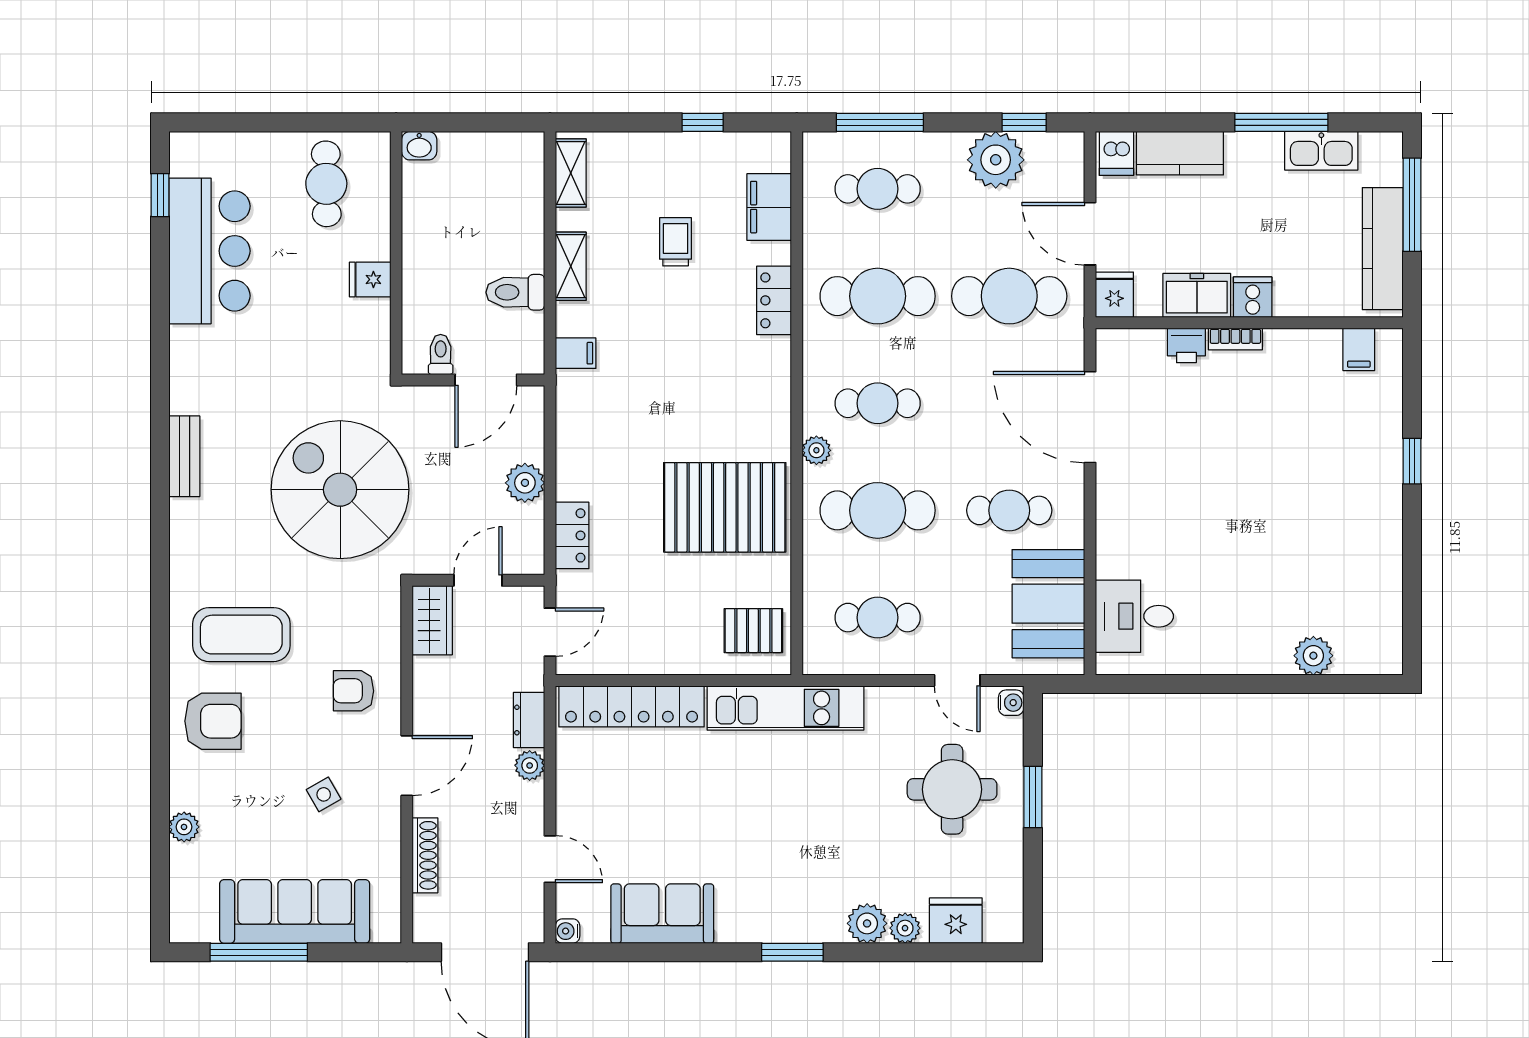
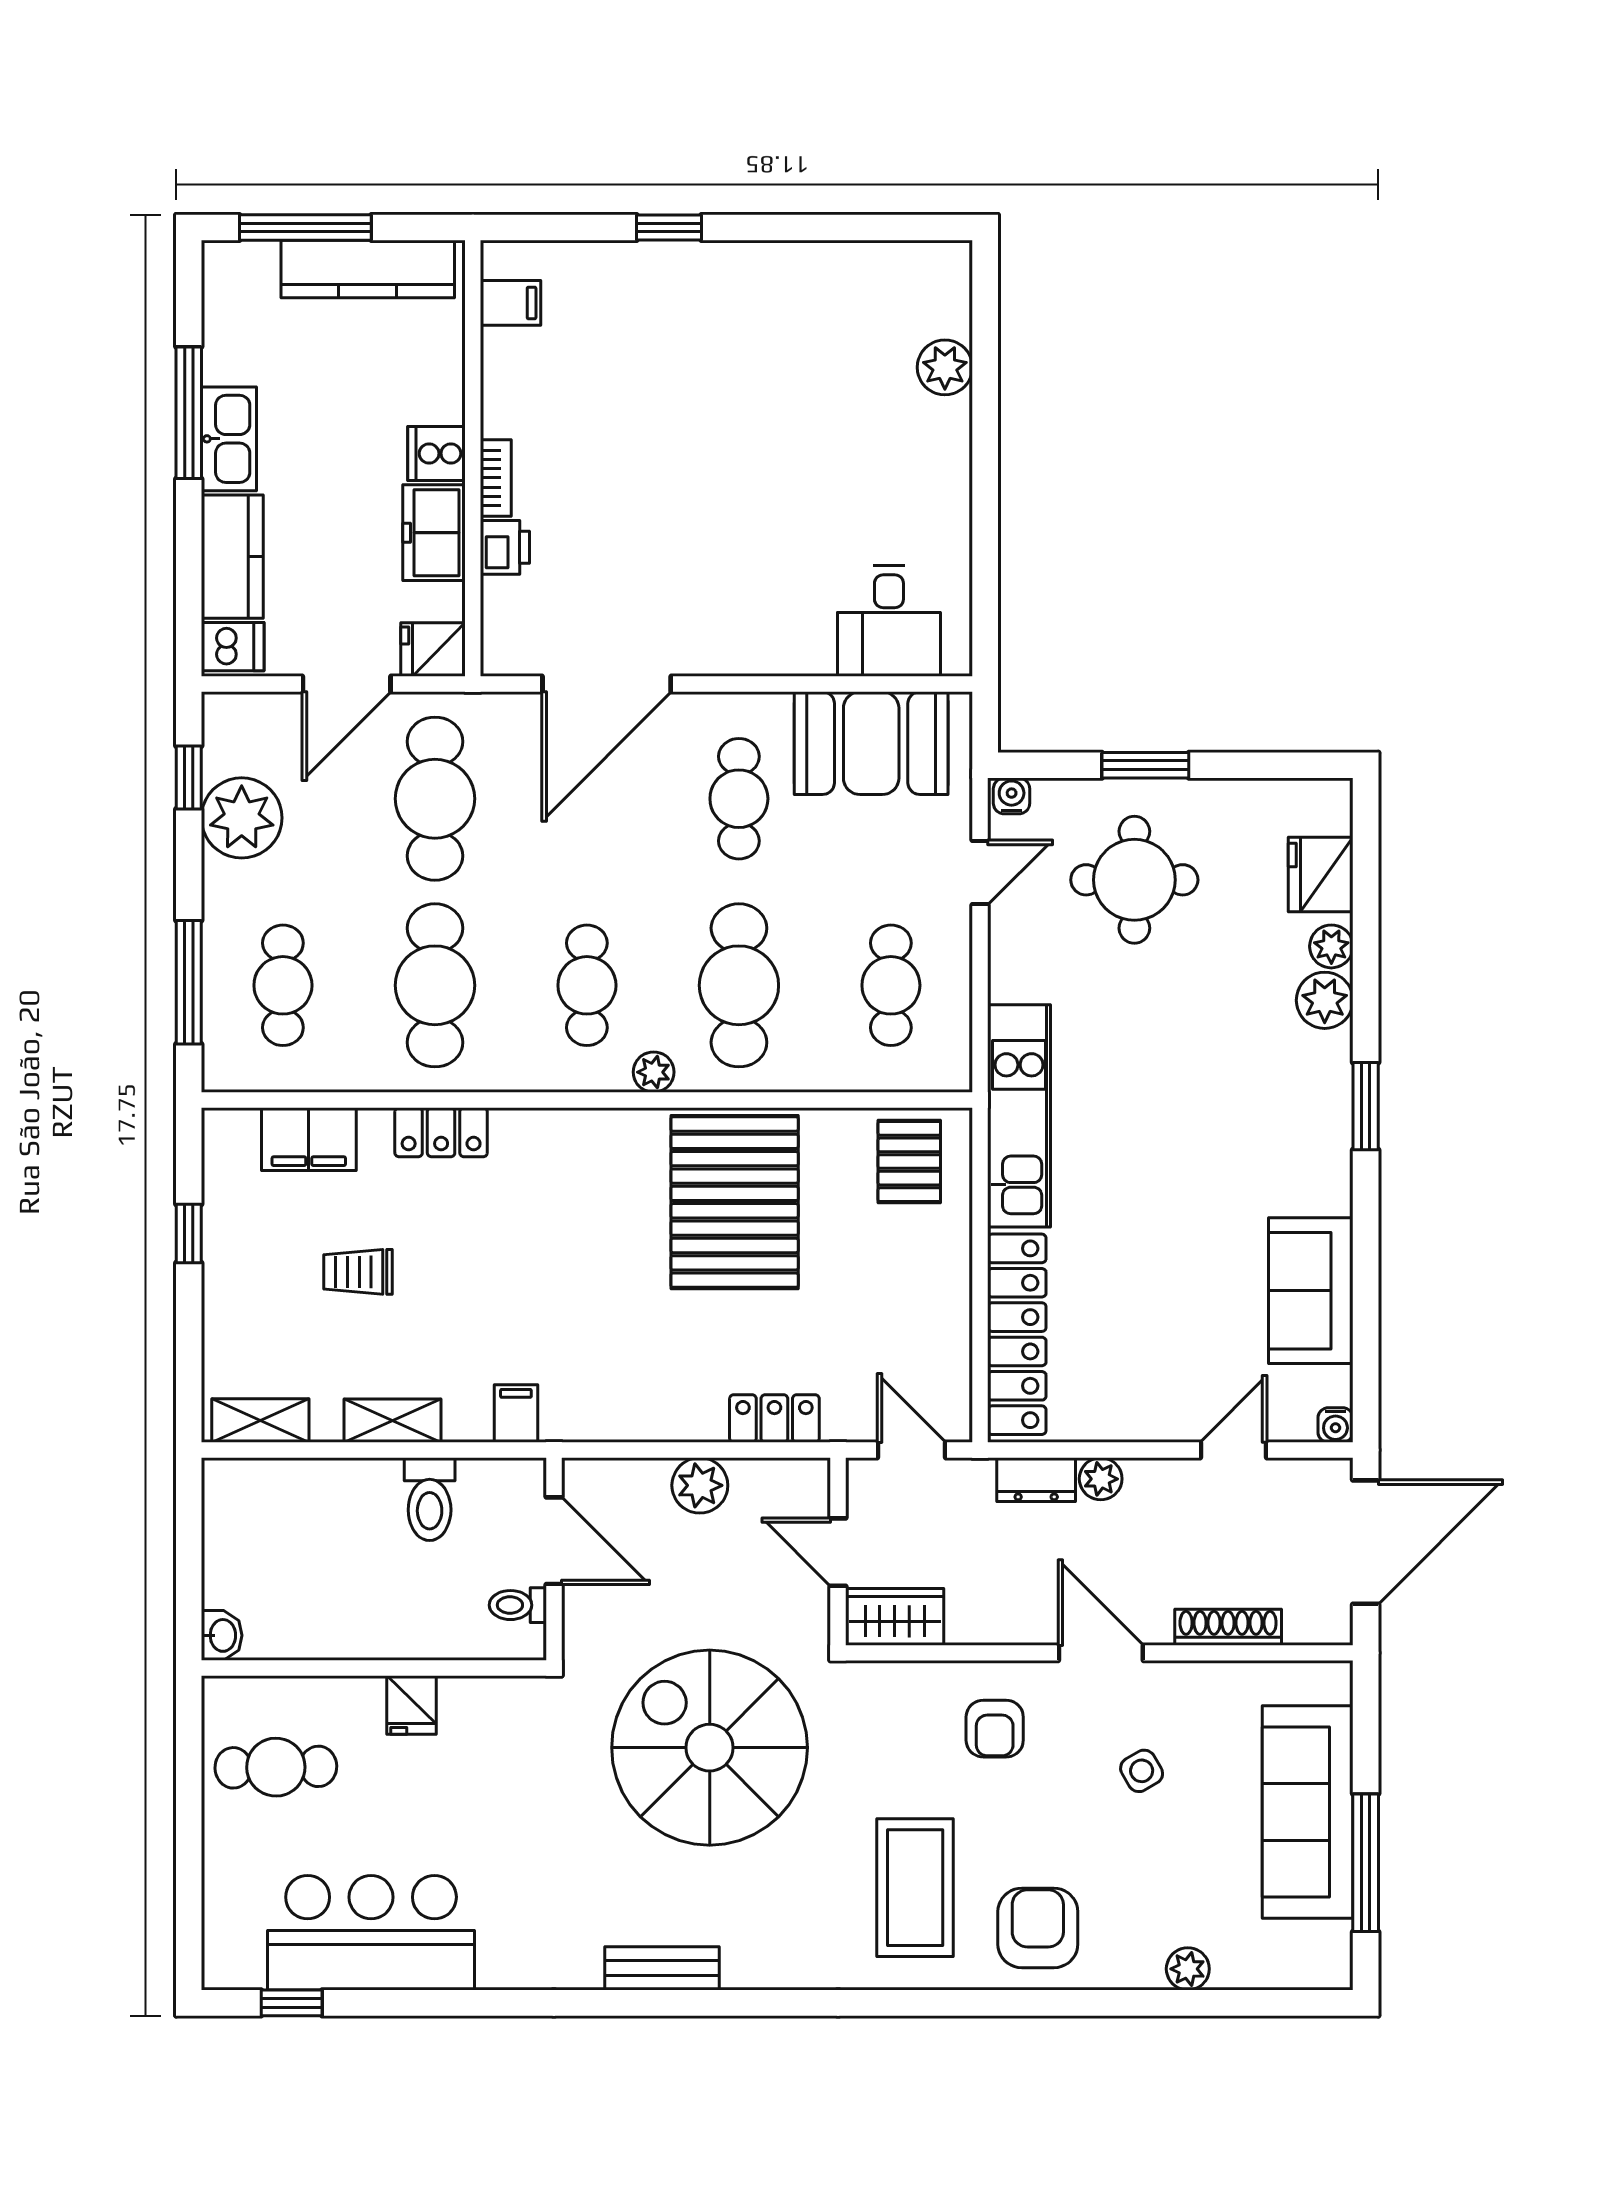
kitchen sink: (1321, 151) -> (229, 439), moved
spiral stairs: (340, 490) -> (710, 1748), turned 90

